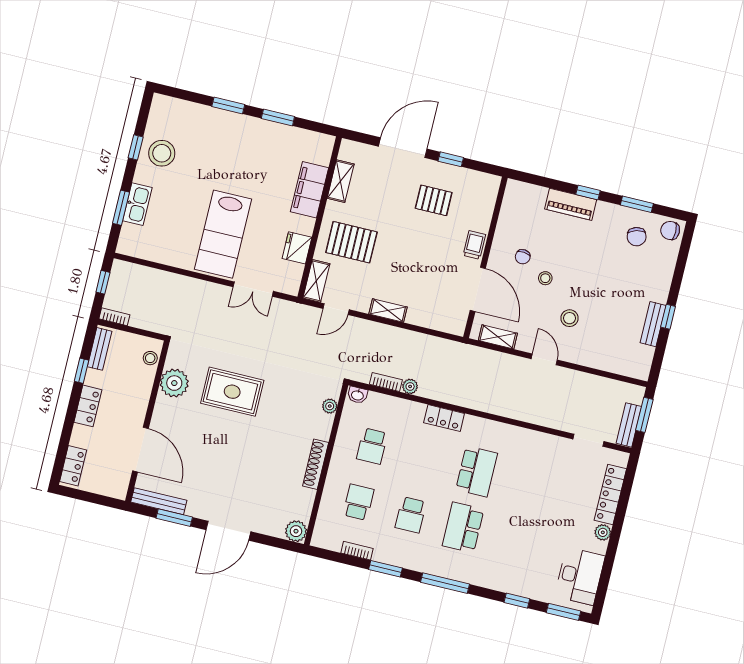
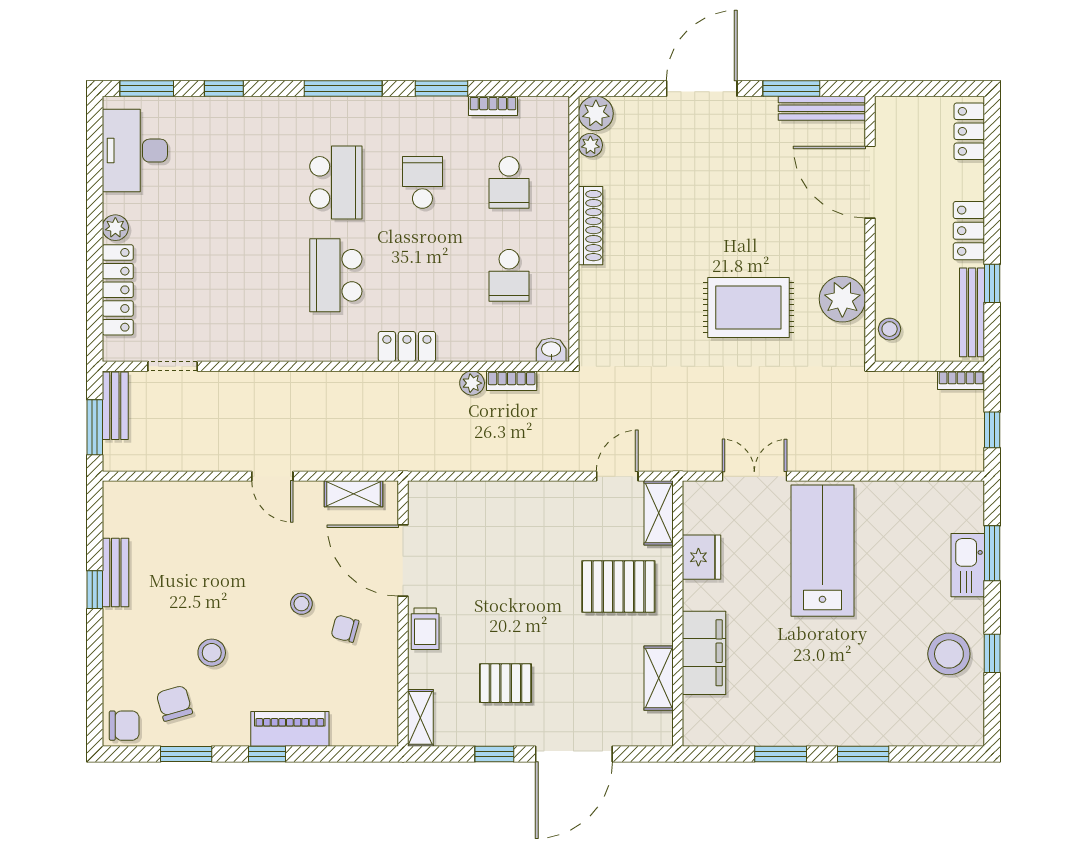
chair: (523, 257) -> (345, 629), turned -80
shelving: (388, 311) -> (420, 718), moved, turned 90
stool: (570, 318) -> (212, 653), moved
bench: (100, 349) -> (972, 312), width x1.36
plant: (330, 406) -> (590, 145), moved
school desk: (372, 446) -> (509, 275), turned 180

